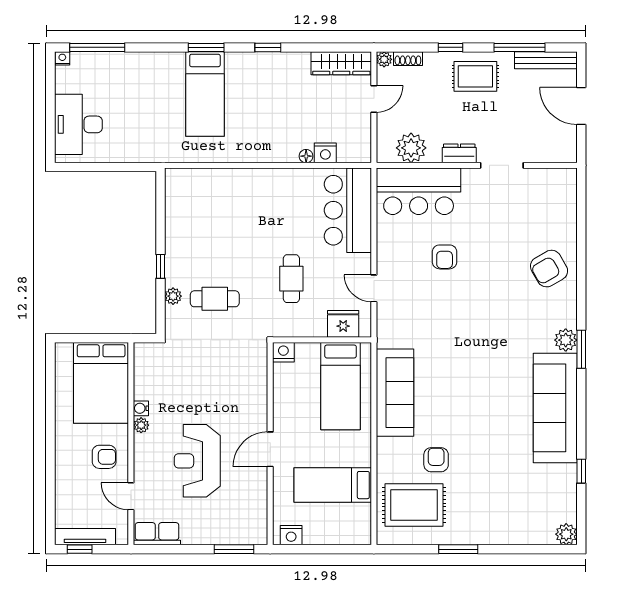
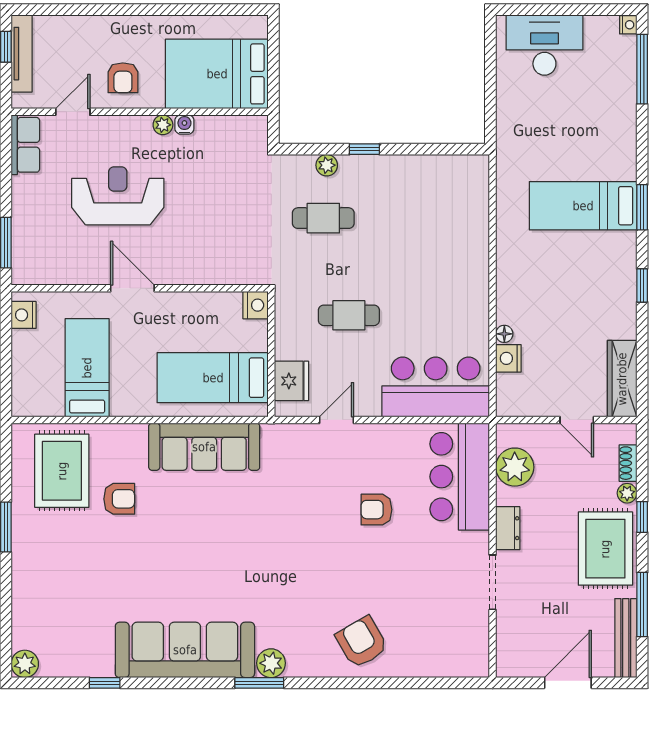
plant: (384, 59) -> (627, 493), moved
rug: (475, 76) -> (605, 549), width x1.36, depth x1.43
cafe table: (215, 299) -> (323, 218), turned 90

